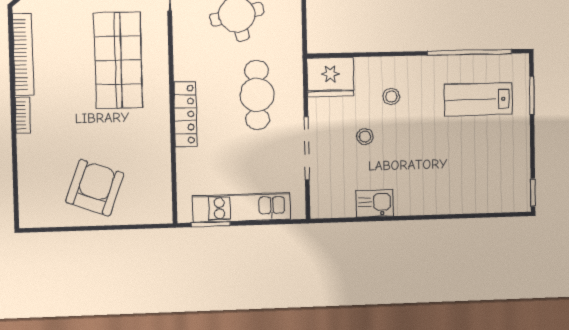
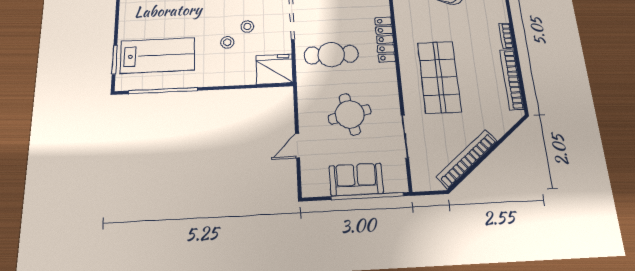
cafe table: (257, 95) -> (331, 55), turned 90
stool: (391, 96) -> (227, 42), moved
lab bench: (478, 99) -> (158, 56), width x1.36, depth x1.39

